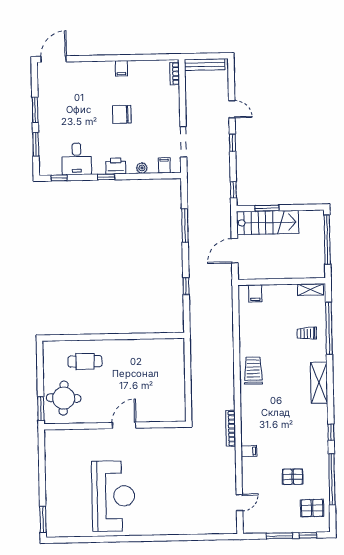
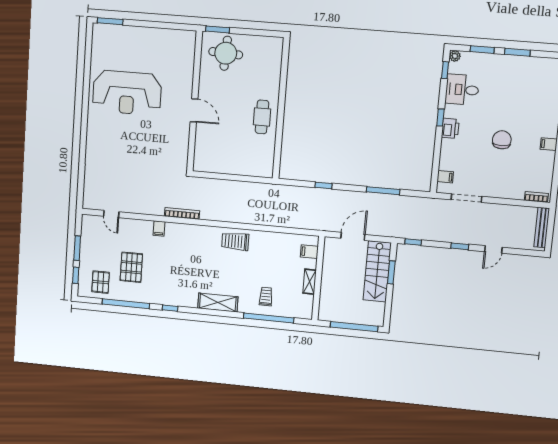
plant: (142, 168) -> (455, 56), moved
door: (235, 251) -> (353, 236), hinge flipped
shelving: (310, 290) -> (310, 282), moved
cafe table: (85, 361) -> (262, 117), moved
trolley: (253, 371) -> (235, 241), turned 180
pallet: (293, 477) -> (131, 267), width x1.50, depth x1.42

